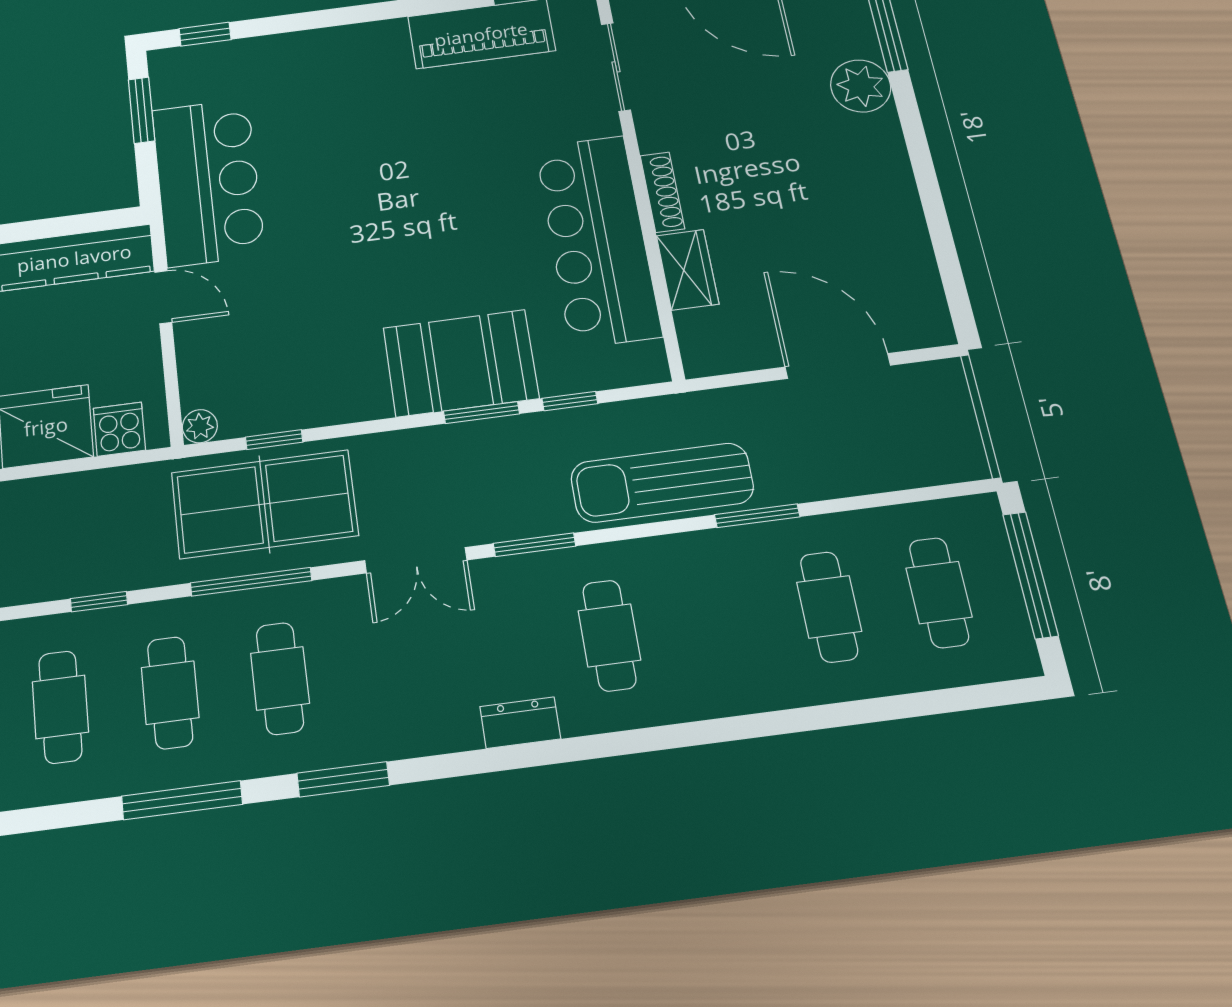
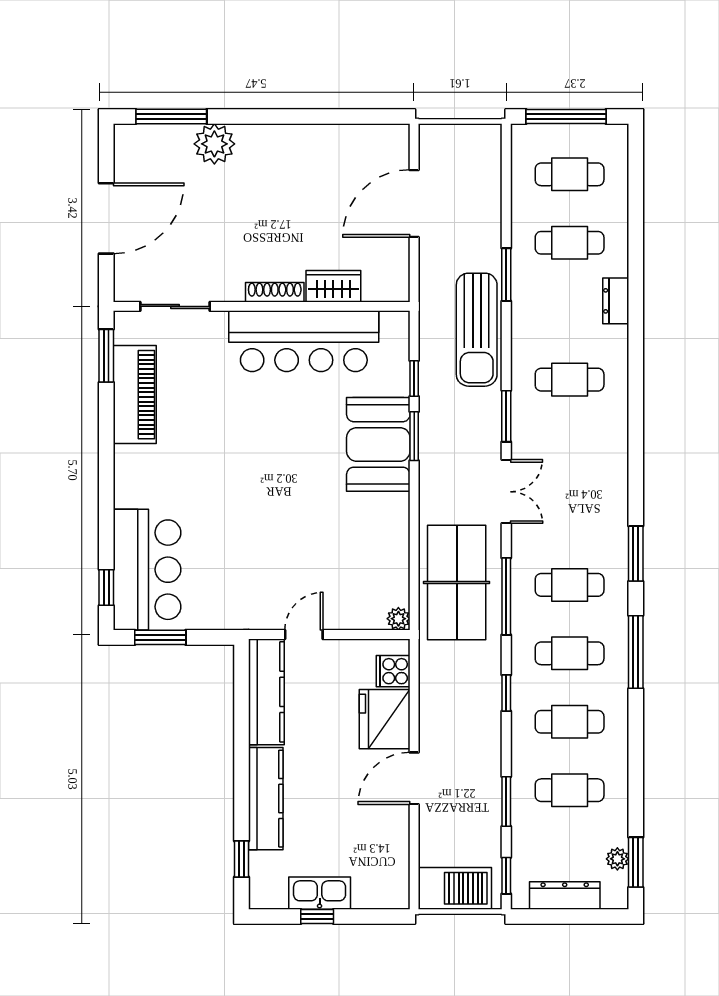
bar counter: (208, 182) -> (147, 570), moved, turned 90
window: (274, 440) -> (414, 572), removed
dresser: (520, 723) -> (616, 301), moved

